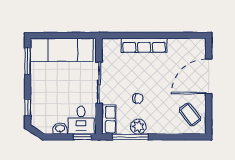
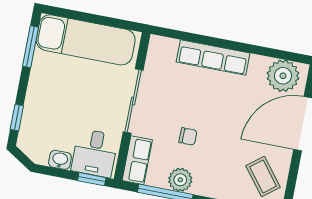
plant: (190, 49) -> (283, 76), added

